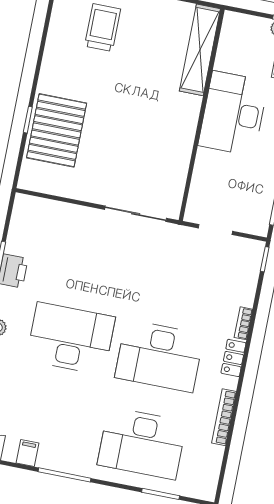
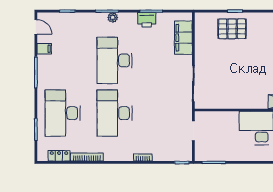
pallet: (57, 130) -> (232, 29), width x0.73, depth x0.71
filing cabinet: (55, 215) -> (183, 38), added
desk: (71, 339) -> (115, 60), turned 180
locker: (233, 358) -> (59, 156), moved

